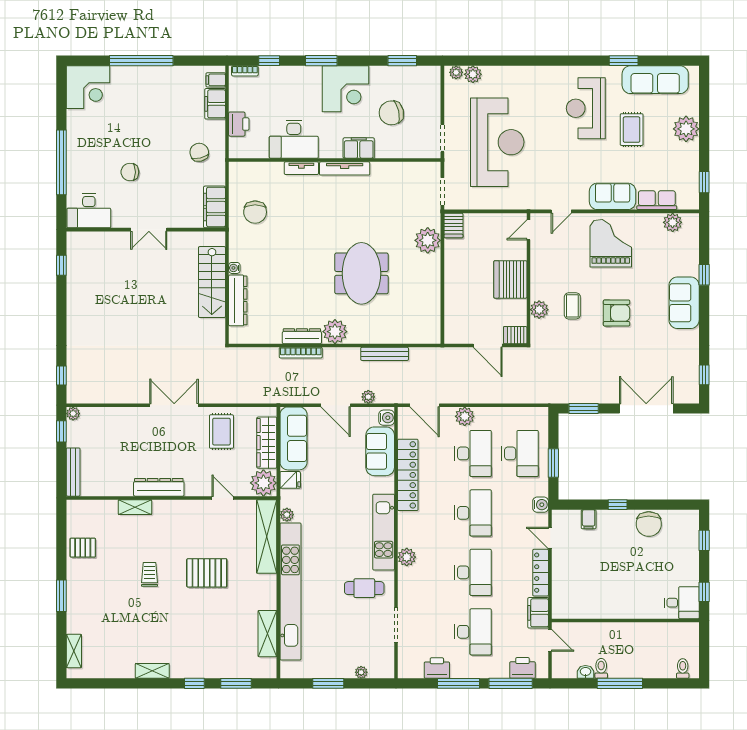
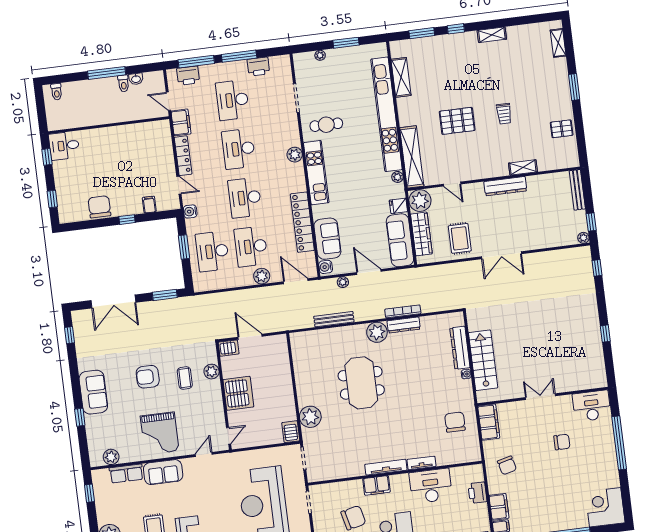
window: (61, 265) -> (605, 334), moved

